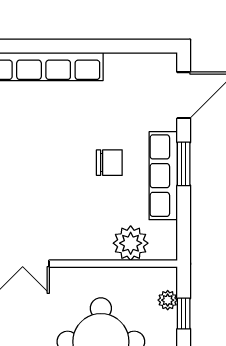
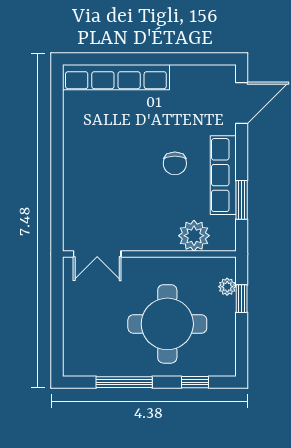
chair: (109, 163) -> (175, 163), turned 90
window: (184, 164) -> (242, 200), moved

